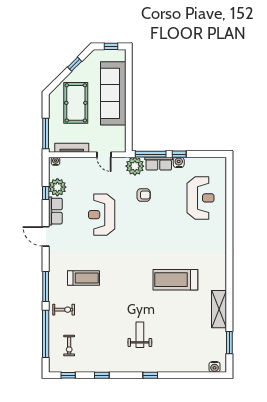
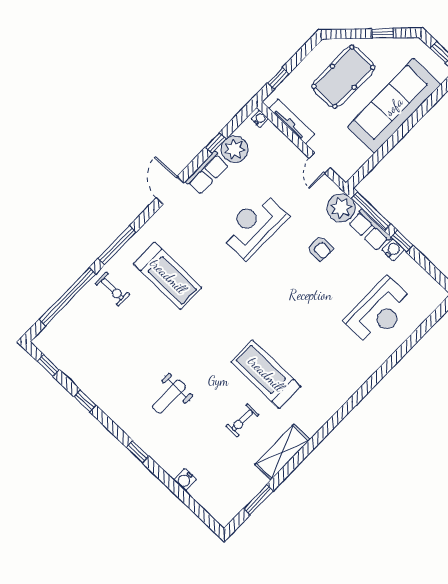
window: (46, 134) -> (278, 78), width x0.46
treadmill: (84, 278) -> (168, 276), width x1.37, depth x1.38
weight bench: (140, 335) -> (169, 397), turned 180
exercise bike: (69, 345) -> (242, 420), moved
water cooler: (215, 367) -> (185, 480), moved

